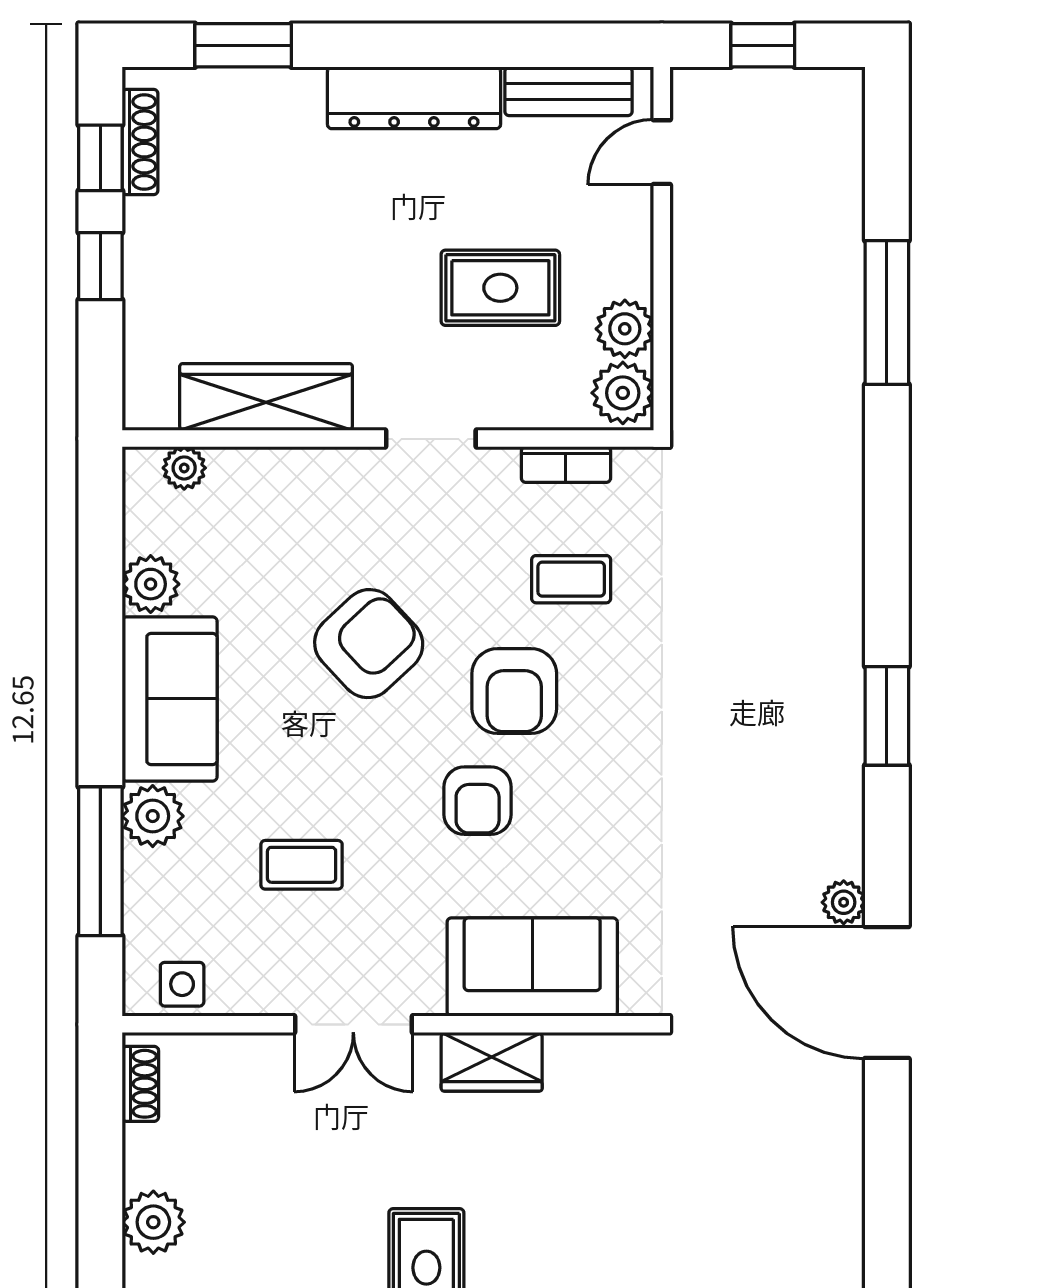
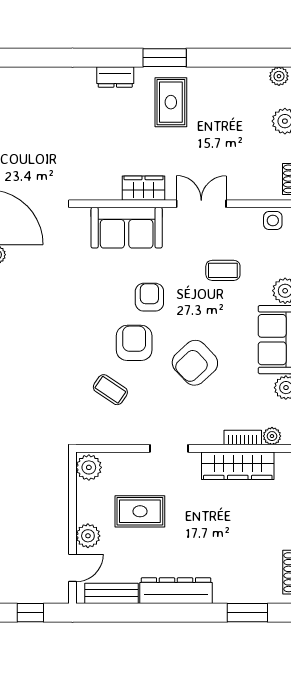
plant: (625, 329) -> (88, 536), moved
bookcase: (566, 465) -> (243, 438), moved
coffee table: (571, 579) -> (110, 390), turned 34

